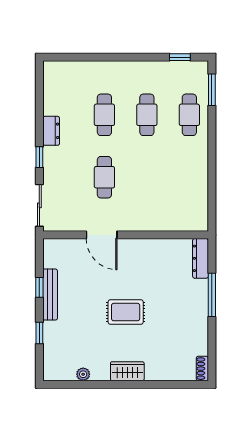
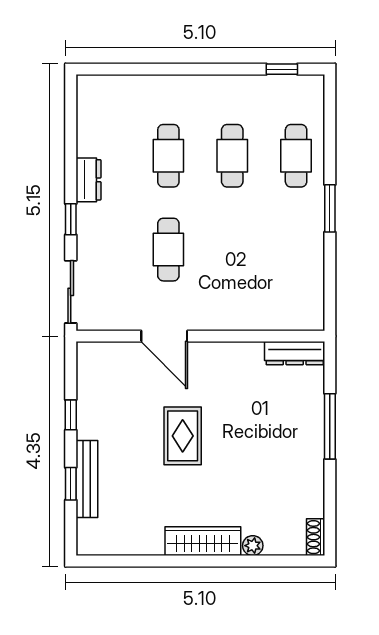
window: (212, 90) -> (330, 208), moved
dresser: (201, 258) -> (295, 353), moved, turned -90
bench: (50, 295) -> (87, 479), moved
rug: (126, 312) -> (183, 436), moved, turned 90
wardrobe: (127, 371) -> (203, 541), width x1.50
plant: (83, 374) -> (253, 546), moved

